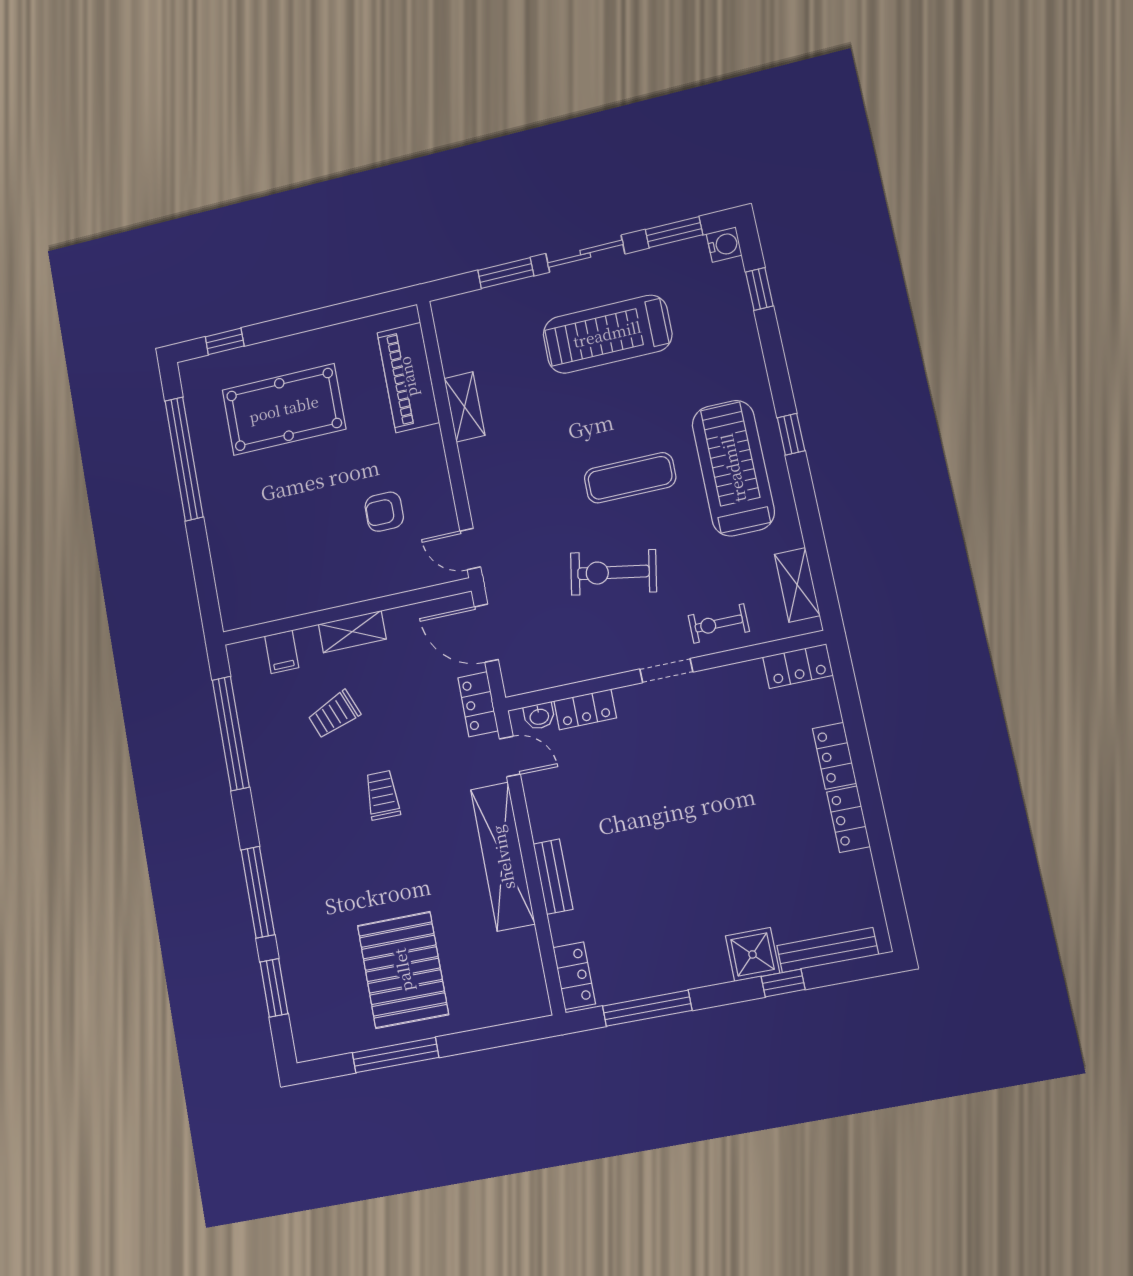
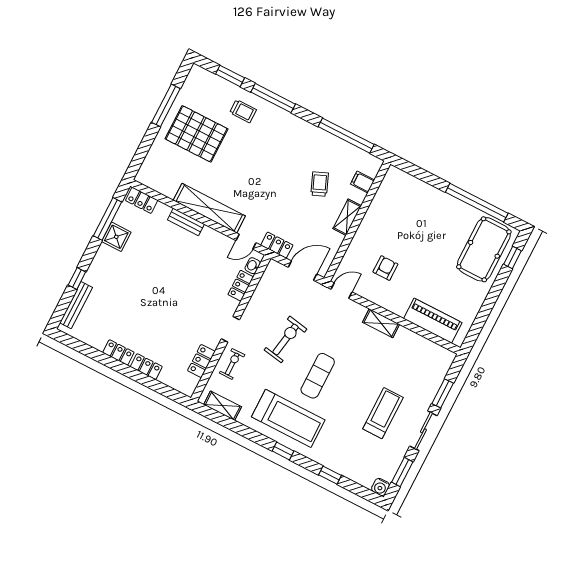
window: (759, 289) -> (330, 475), moved
treadmill: (607, 334) -> (383, 413), width x0.73, depth x0.73
shelving: (465, 407) -> (381, 323), moved
pool table: (284, 409) -> (484, 249), moved
locker: (798, 666) -> (201, 361), moved
trolley: (382, 795) -> (243, 111), moved
shower: (752, 954) -> (116, 237), moved

